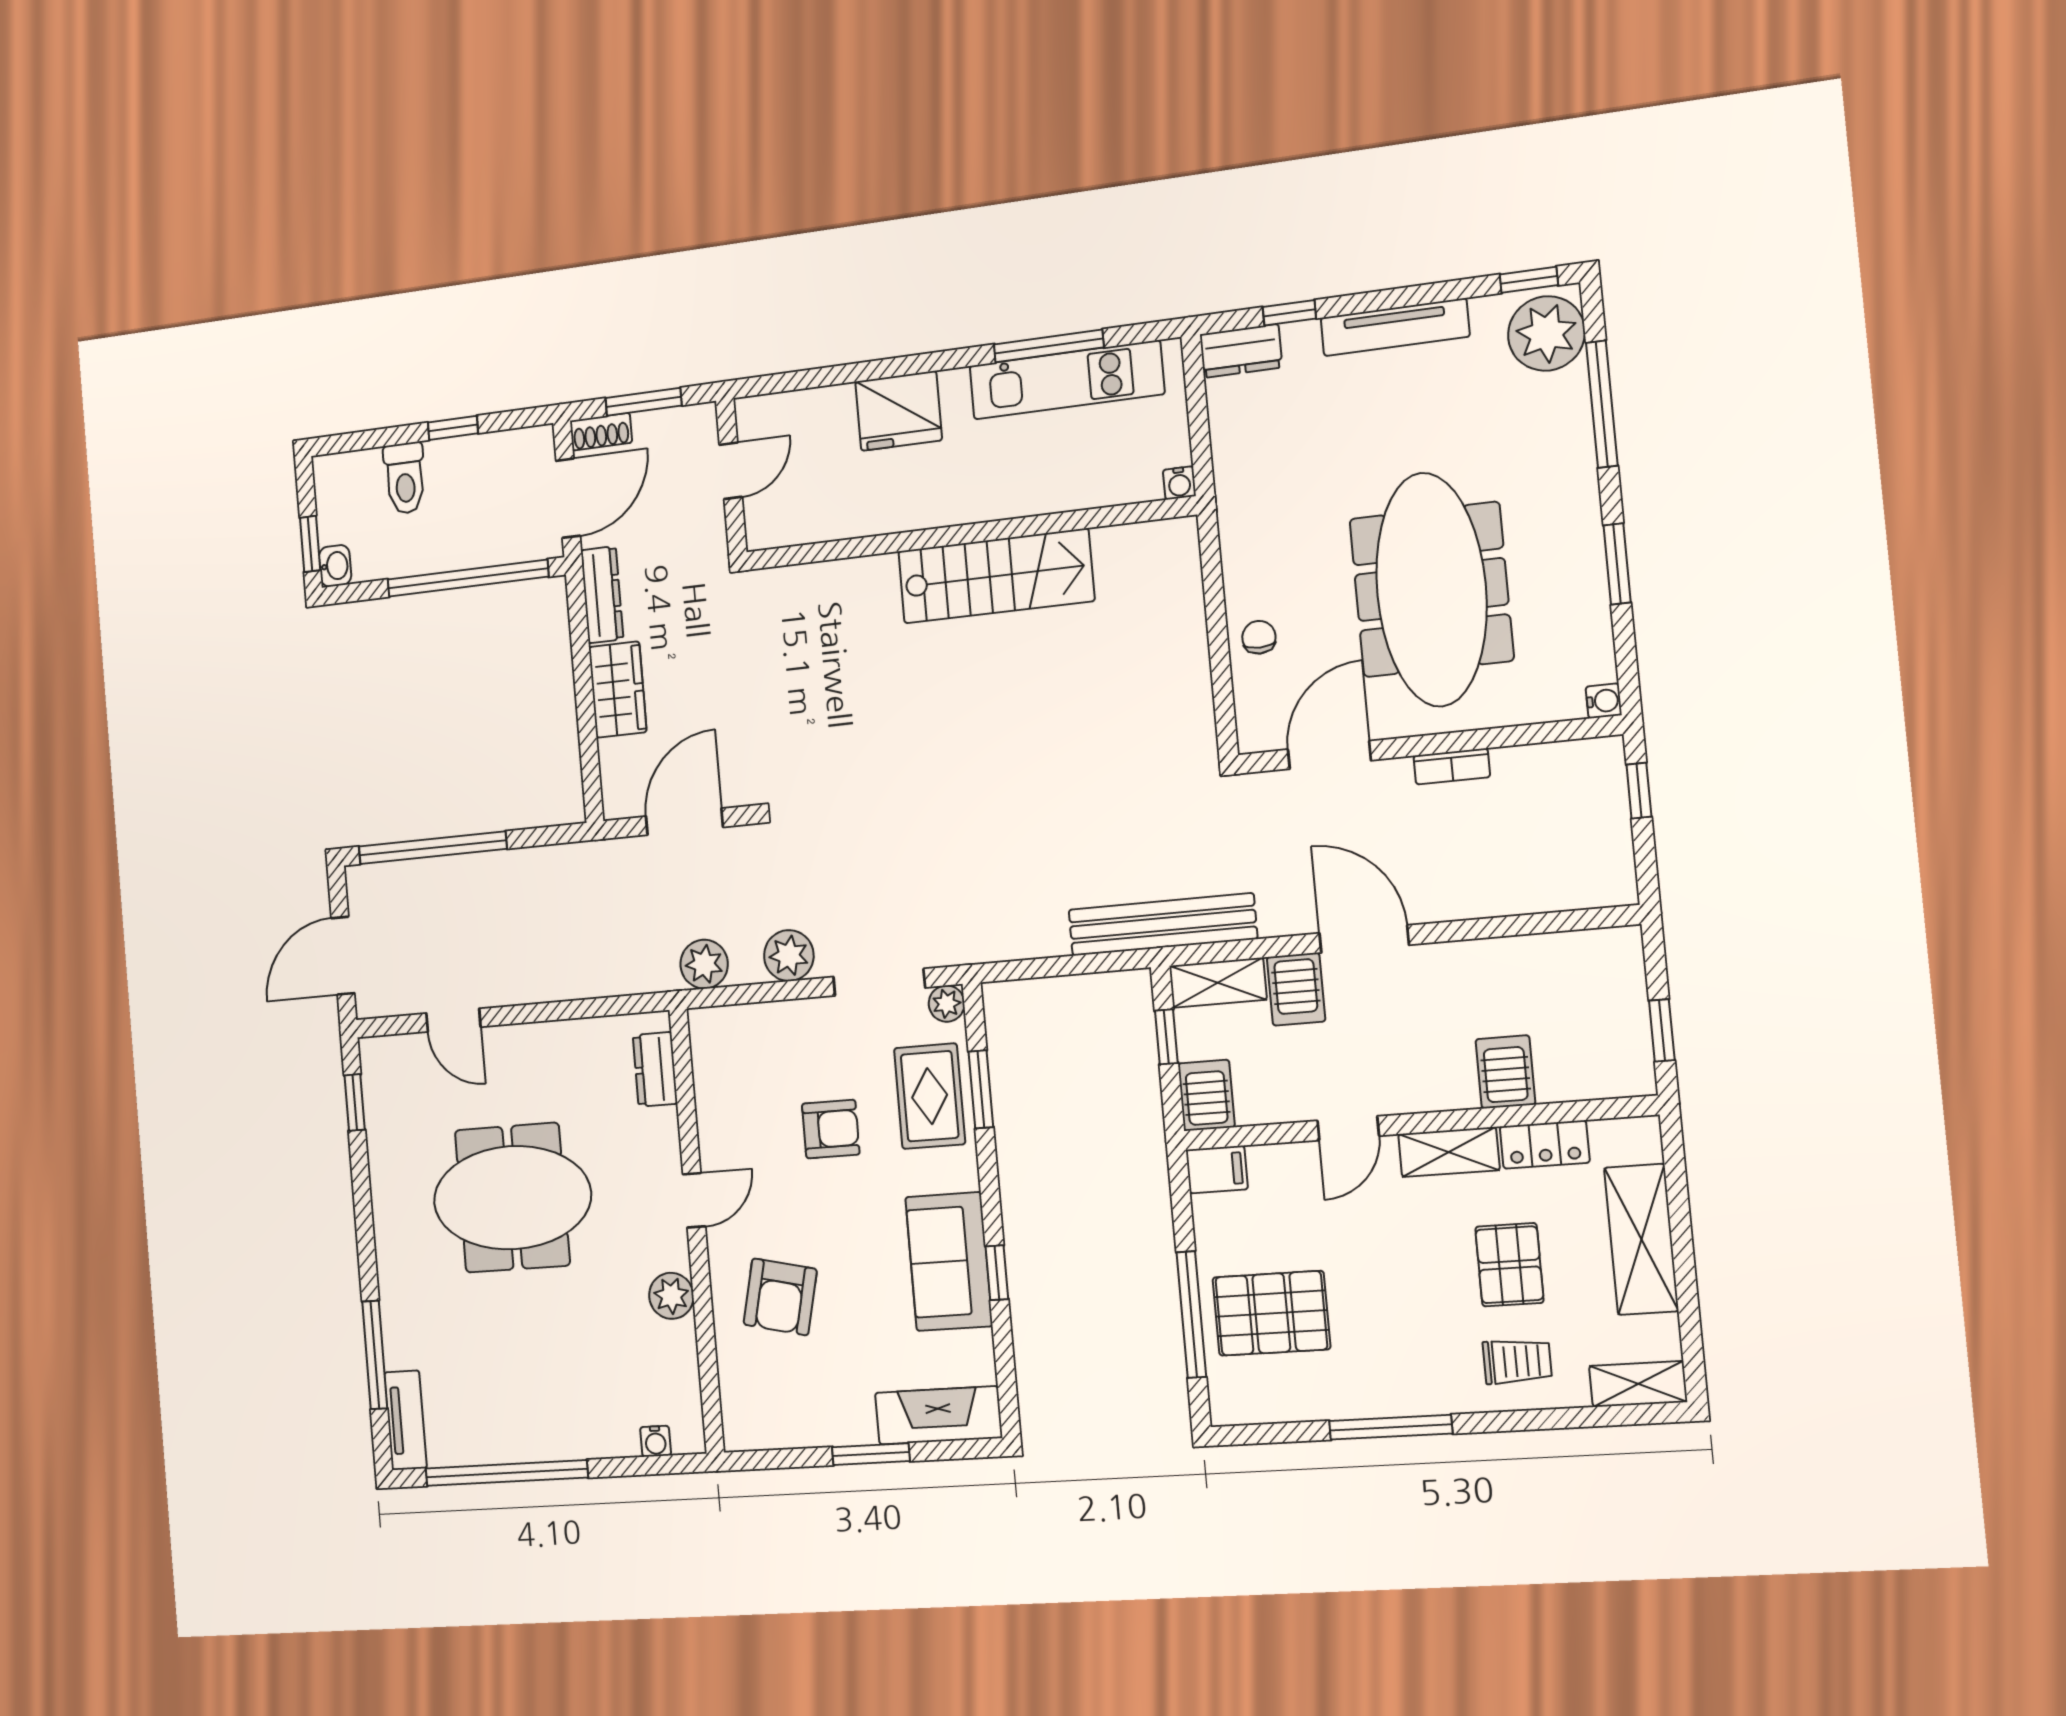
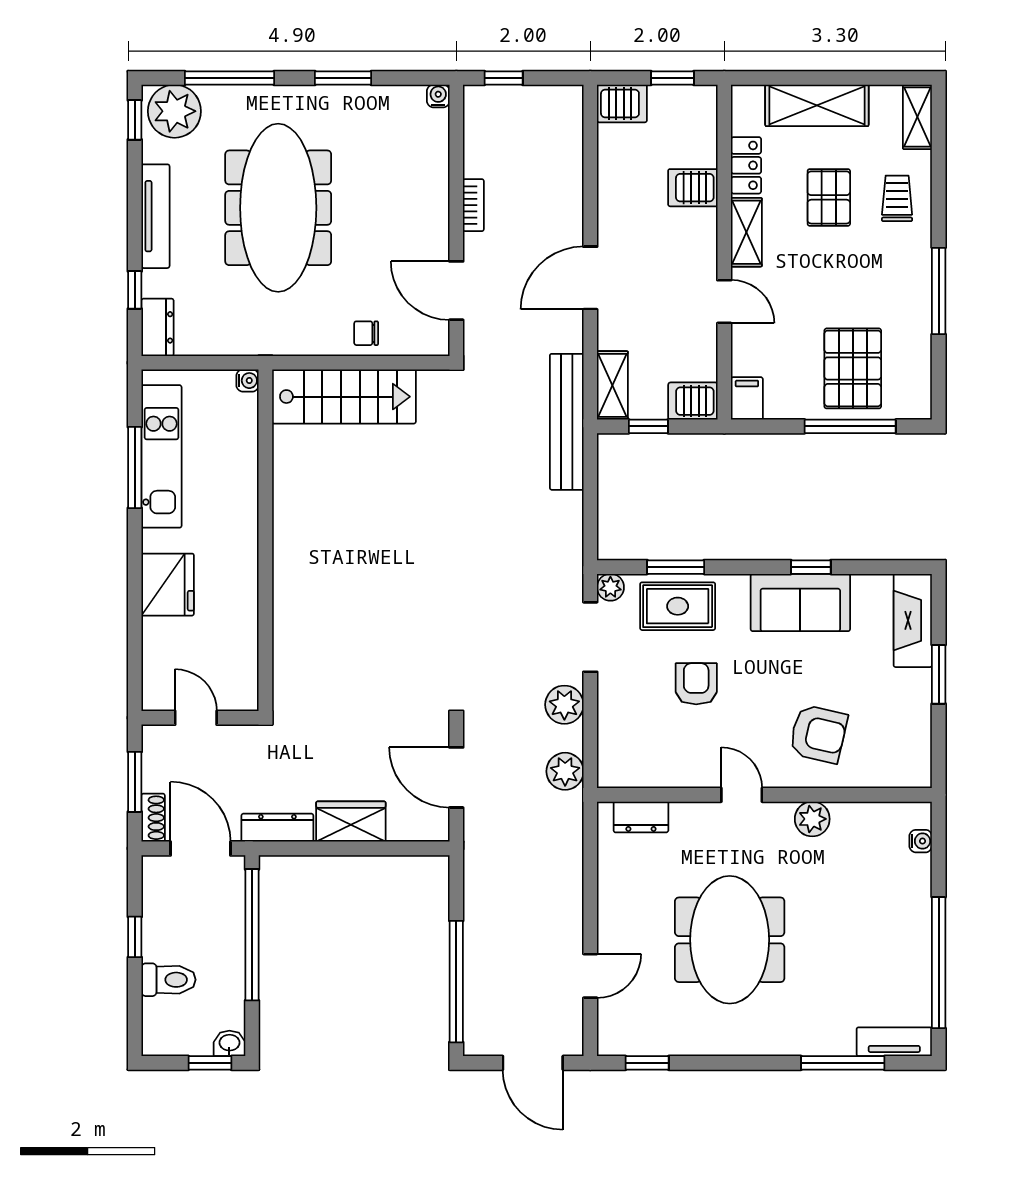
stairs: (996, 576) -> (344, 397), moved, turned 90
meeting table: (1431, 590) -> (278, 208), moved, turned 90
server rack: (1296, 989) -> (622, 103), moved
pallet: (1509, 1265) -> (829, 197), turned 90

